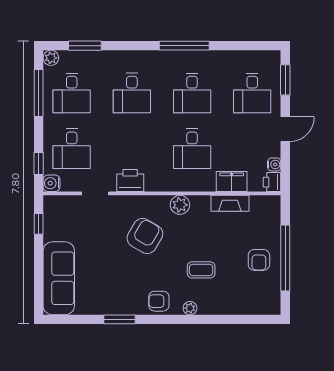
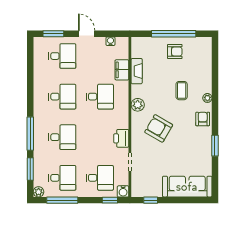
window: (184, 46) -> (30, 134), moved
printer: (272, 182) -> (122, 43), removed
armchair: (159, 301) -> (203, 119), turned 180

